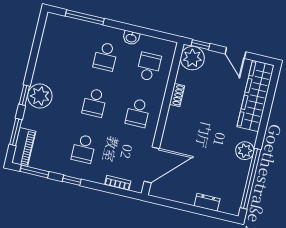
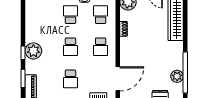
school desk: (105, 56) -> (70, 15), turned 180
plant: (245, 151) -> (177, 76), moved

